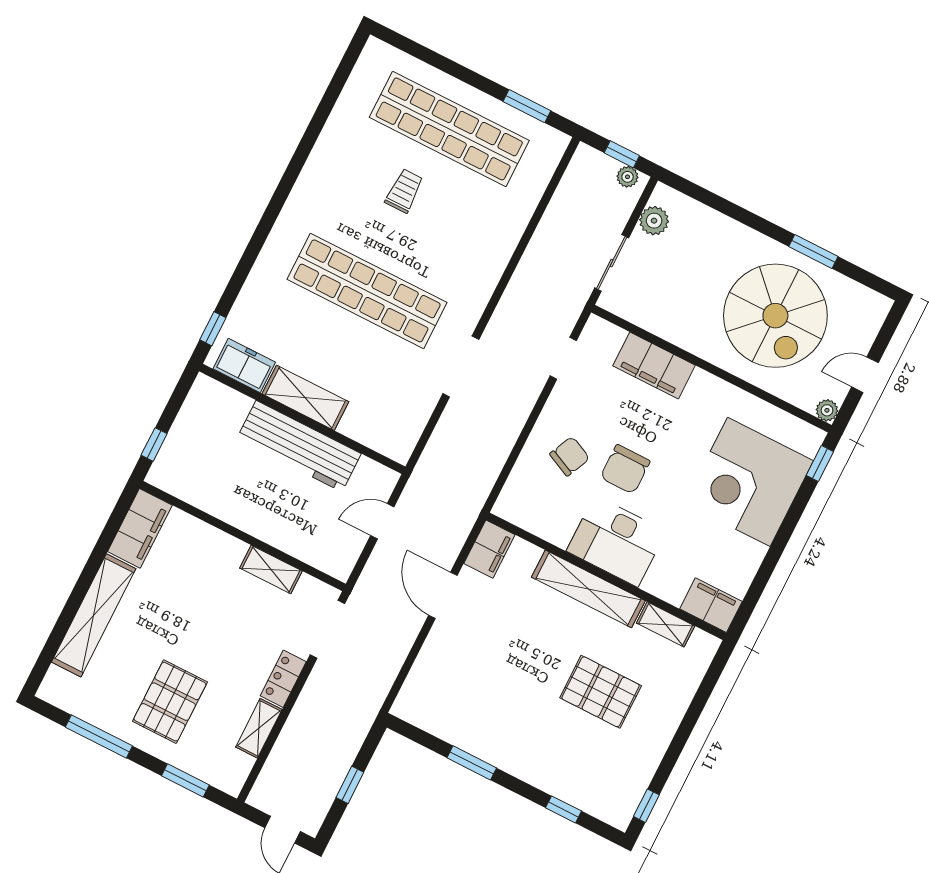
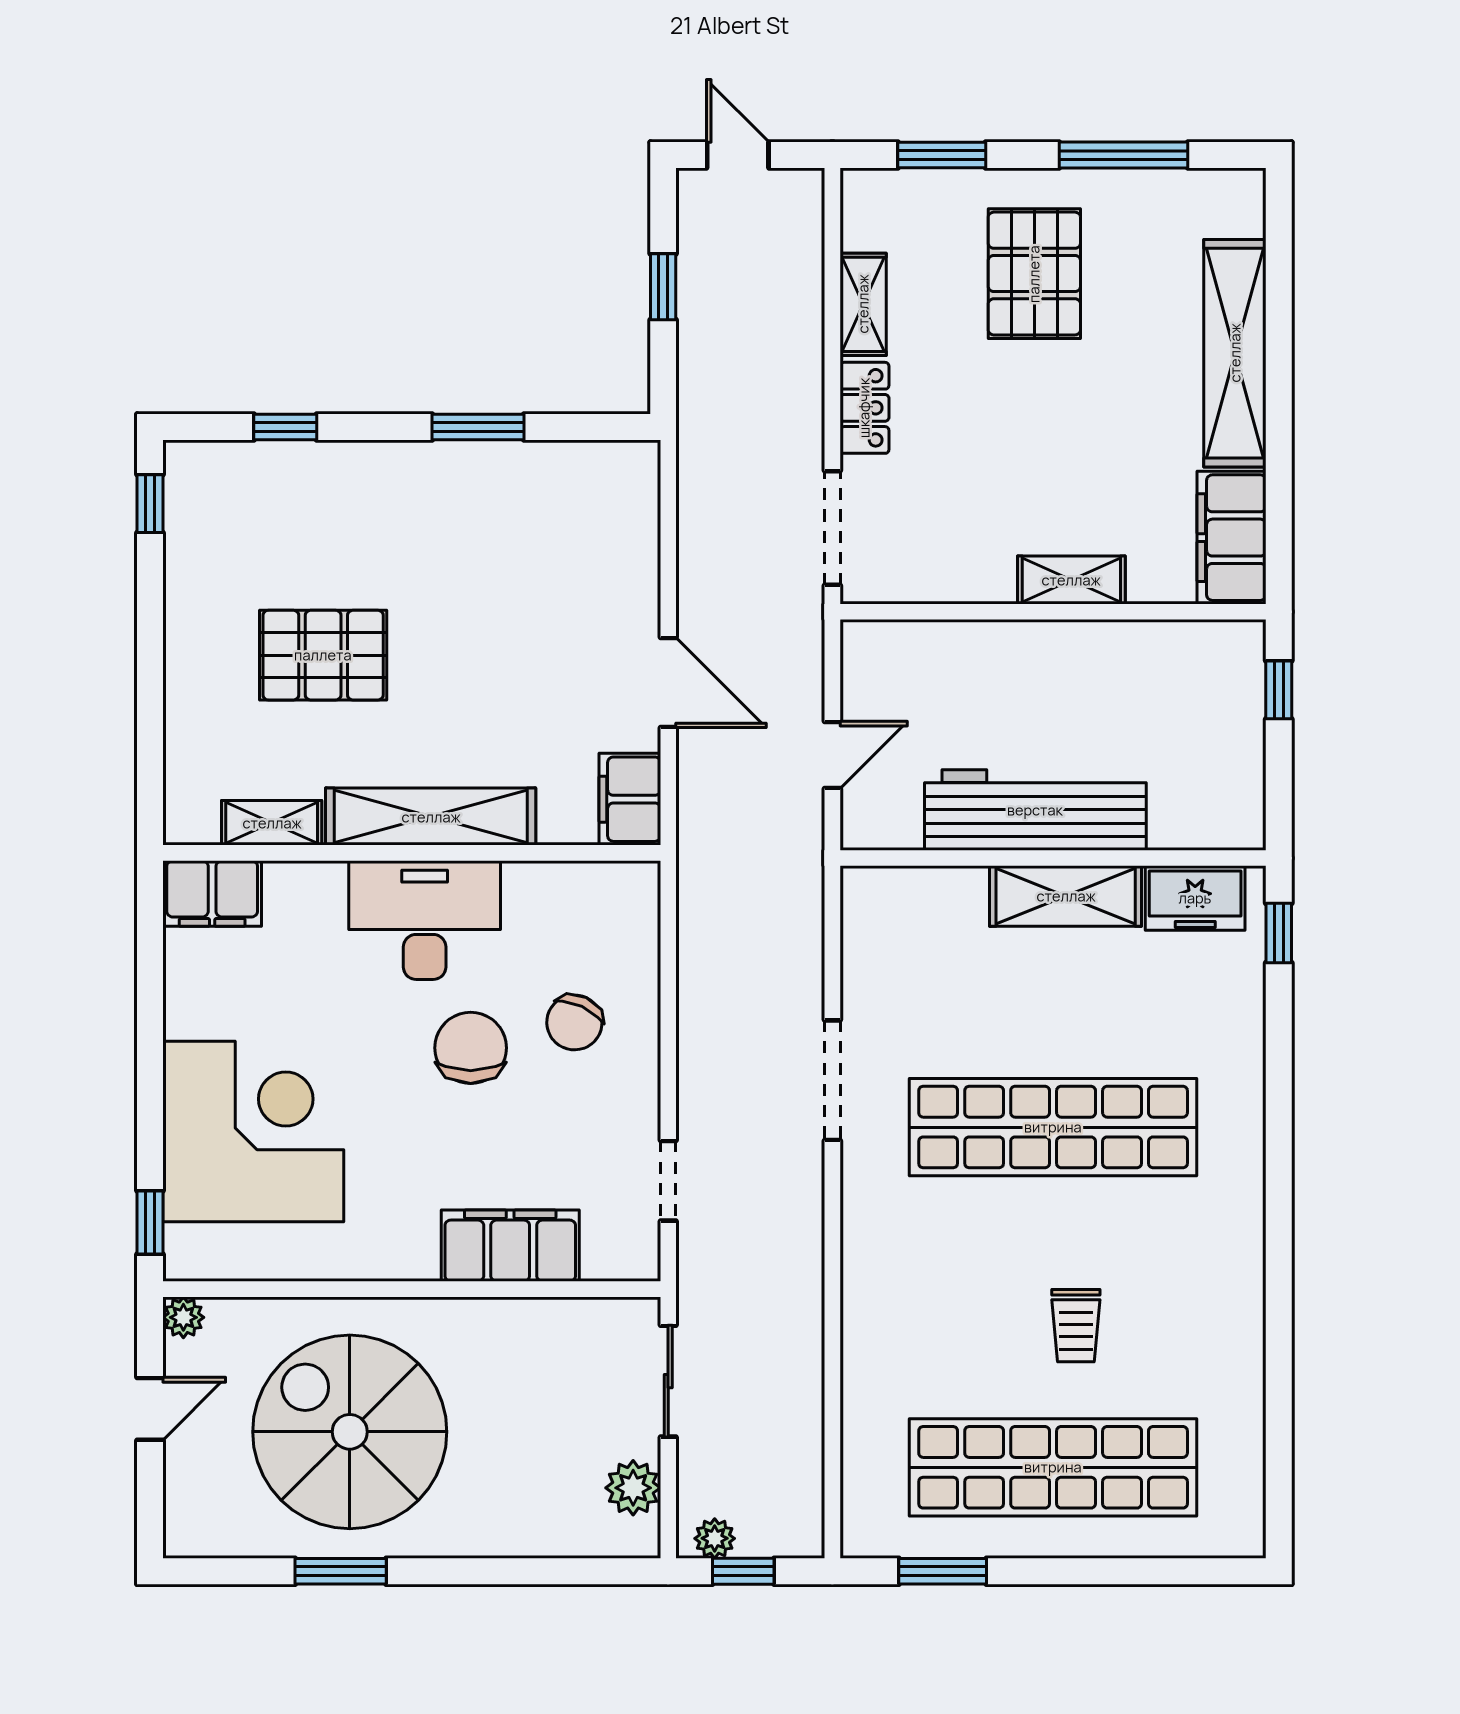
shelving: (271, 570) -> (1071, 580), moved

